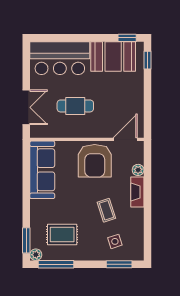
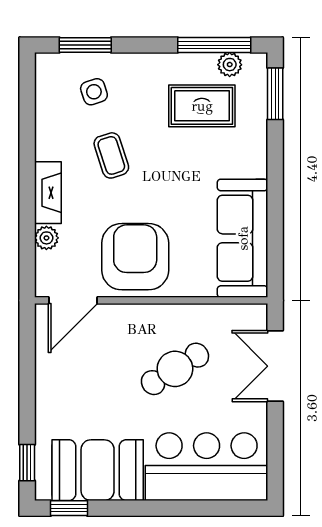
cafe table: (75, 106) -> (175, 369), turned -32
plant: (36, 255) -> (230, 65), moved

